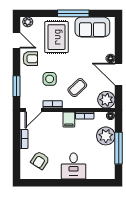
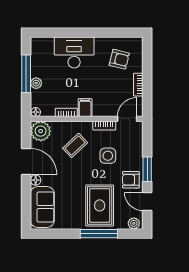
window: (73, 13) -> (99, 234), moved
sofa: (92, 27) -> (42, 207), moved, turned 90
window: (16, 86) -> (147, 169), moved
plant: (106, 136) -> (36, 83), width x0.53, depth x0.53
armchair: (40, 160) -> (119, 59), turned 71
desk: (74, 166) -> (74, 53), width x1.37

